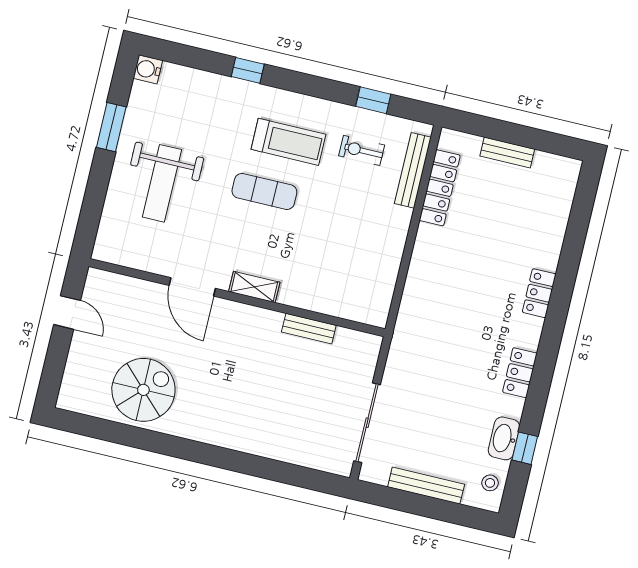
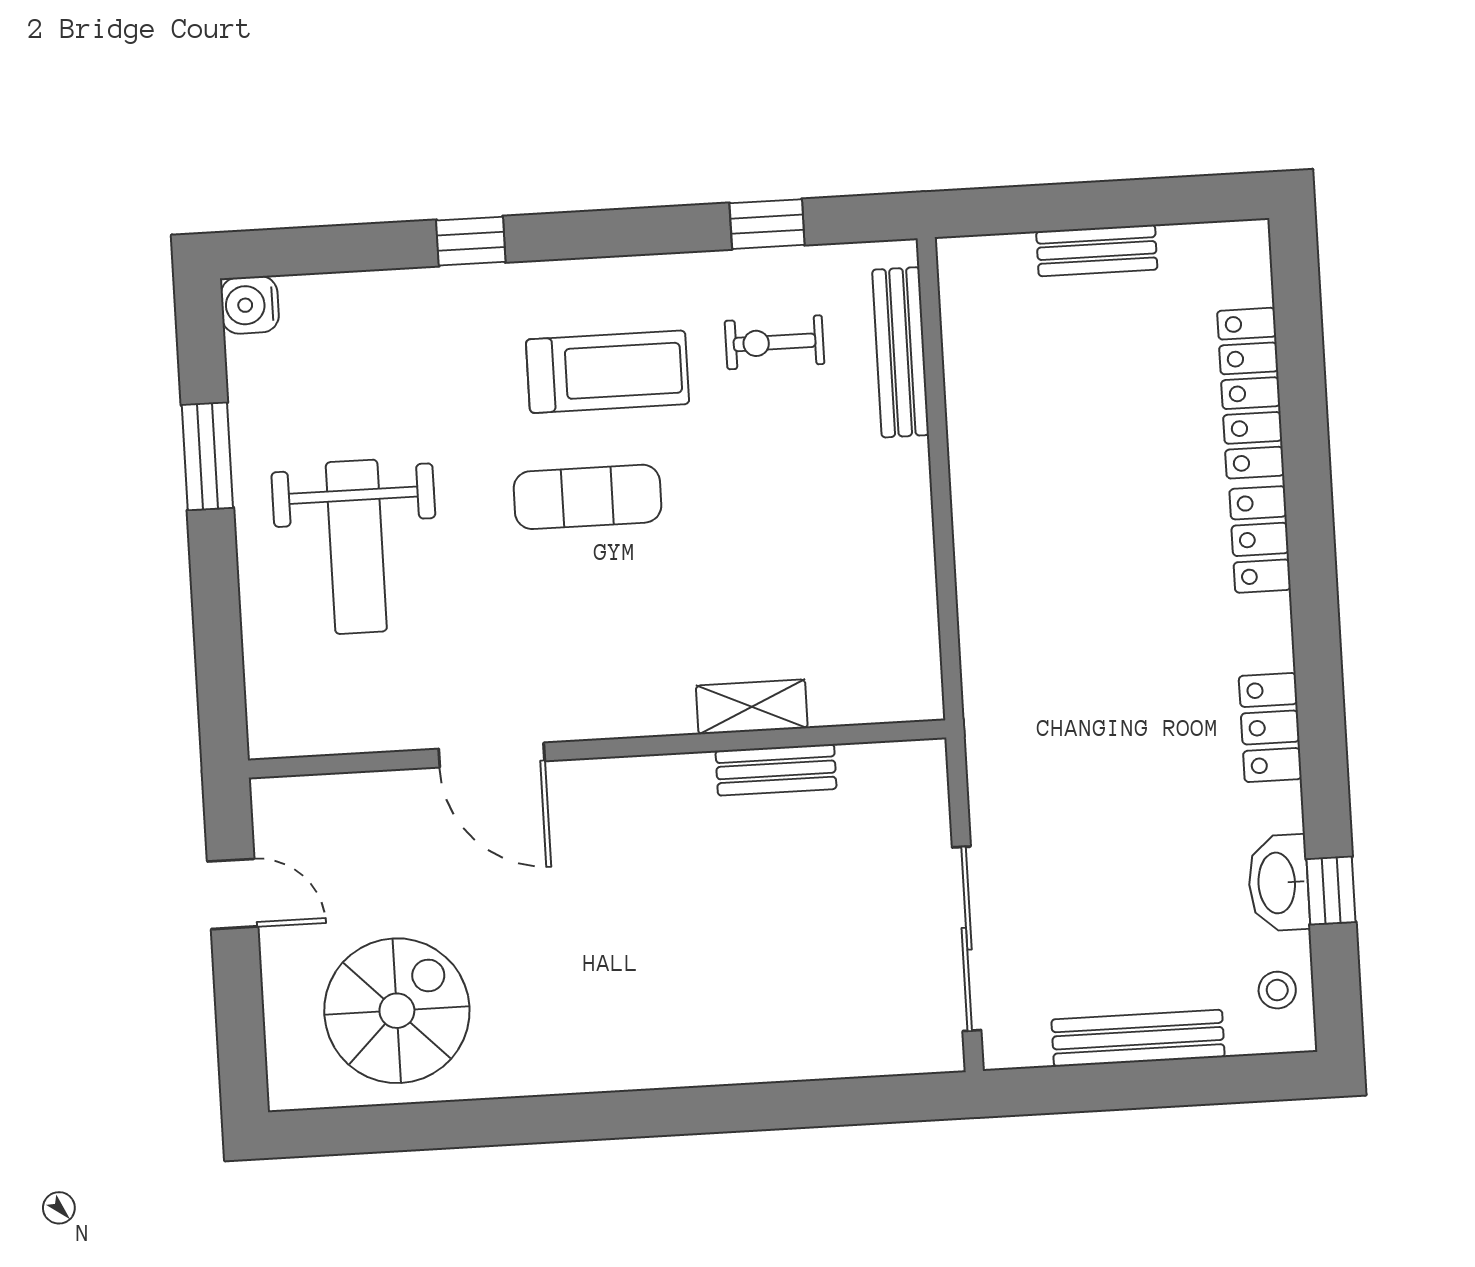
locker: (440, 188) -> (1251, 393), moved, turned 180
shelving: (254, 287) -> (752, 707), moved
spiral stairs: (143, 390) -> (397, 1011), moved

